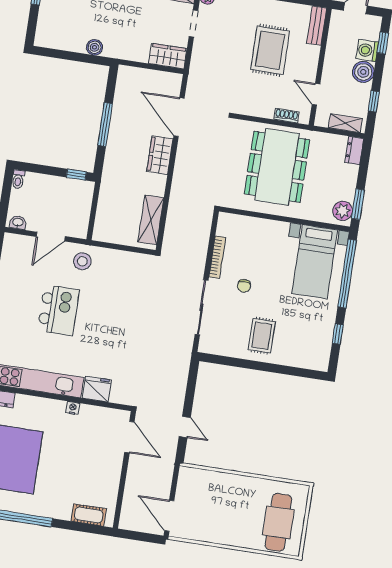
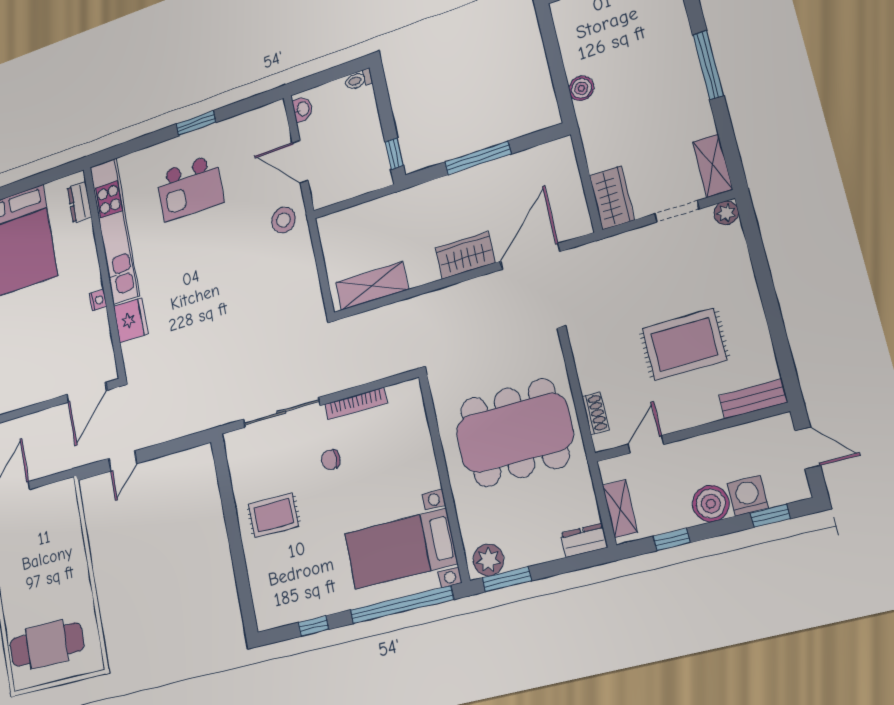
kitchen island: (58, 310) -> (190, 188), moved

